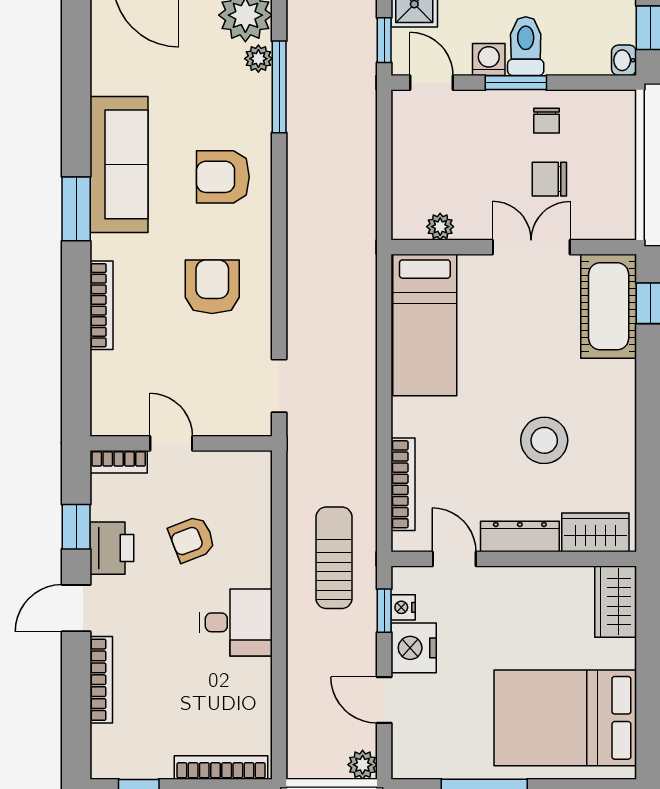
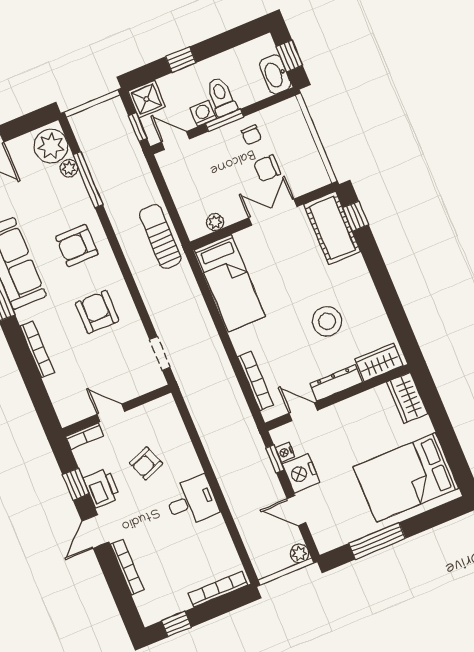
washbasin: (624, 60) -> (275, 74), width x1.91, depth x1.45
sun lounger: (334, 558) -> (160, 236), moved

